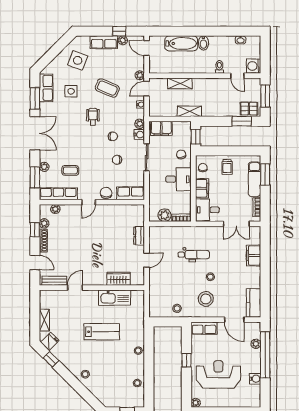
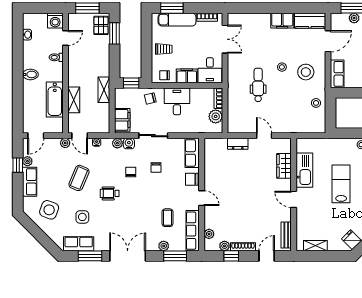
bathtub: (181, 43) -> (55, 99), moved, turned 180
filing cabinet: (254, 255) -> (282, 21), moved
door: (75, 288) -> (294, 199), moved
shelving: (44, 320) -> (315, 246), moved

